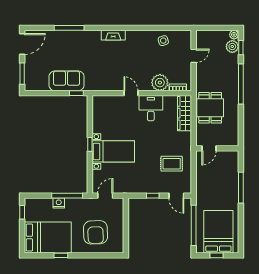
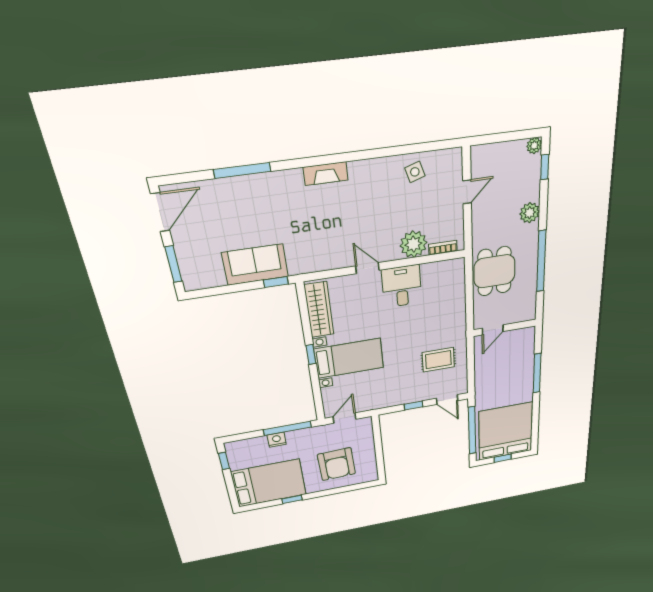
plant: (232, 46) -> (530, 213), moved
window: (241, 84) -> (541, 261), moved
wardrobe: (184, 113) -> (319, 310), moved, turned 180
bed: (218, 232) -> (506, 431), width x1.36

